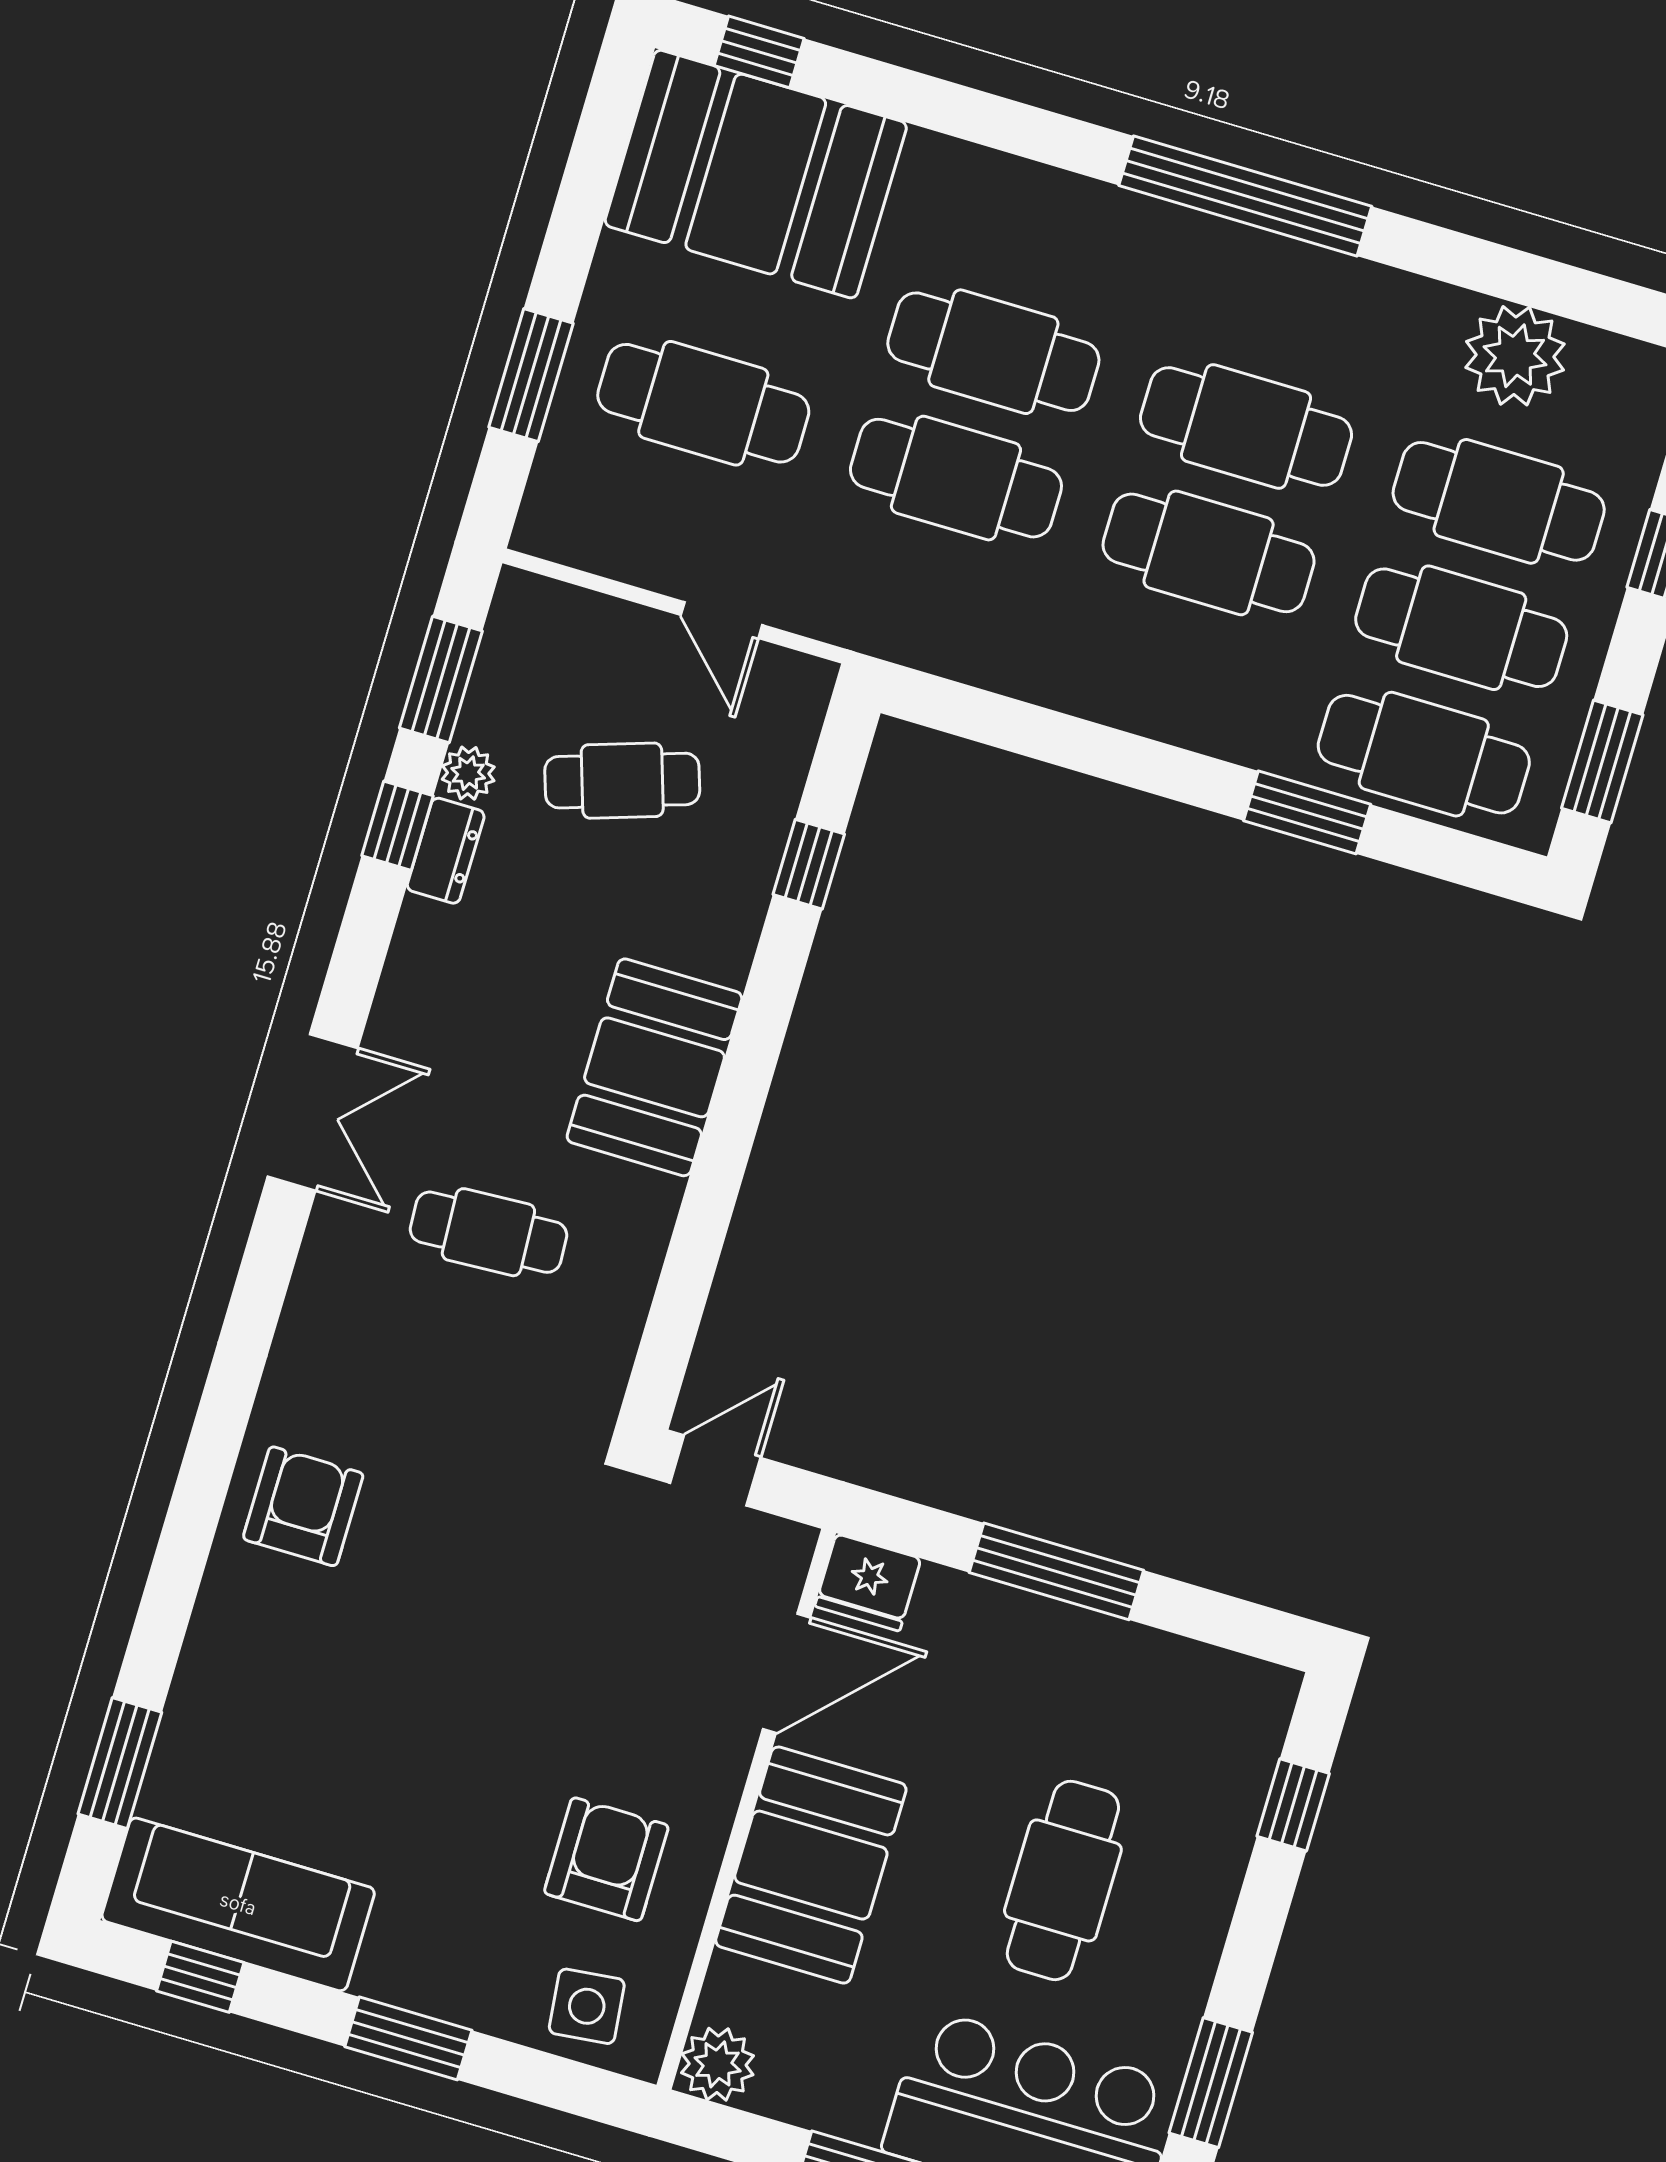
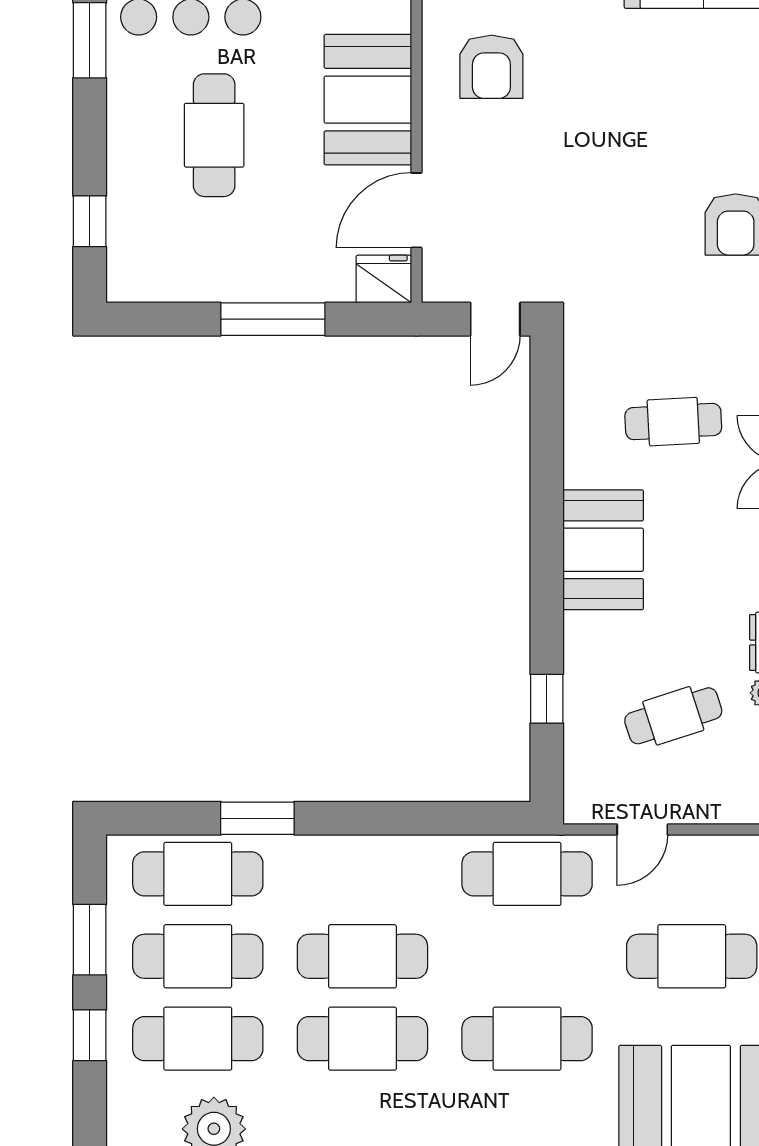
cafe table: (956, 478) -> (527, 874), moved
door: (721, 620) -> (642, 830), swing flipped
window: (1602, 761) -> (90, 940), moved

